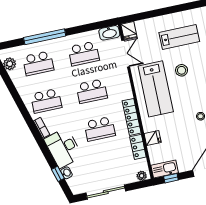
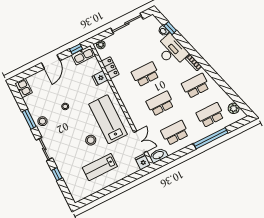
double door: (126, 54) -> (140, 142), swing flipped
locker: (132, 117) -> (122, 91), removed

